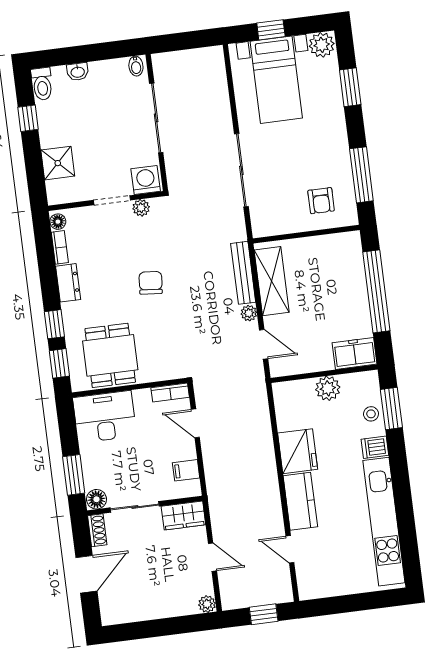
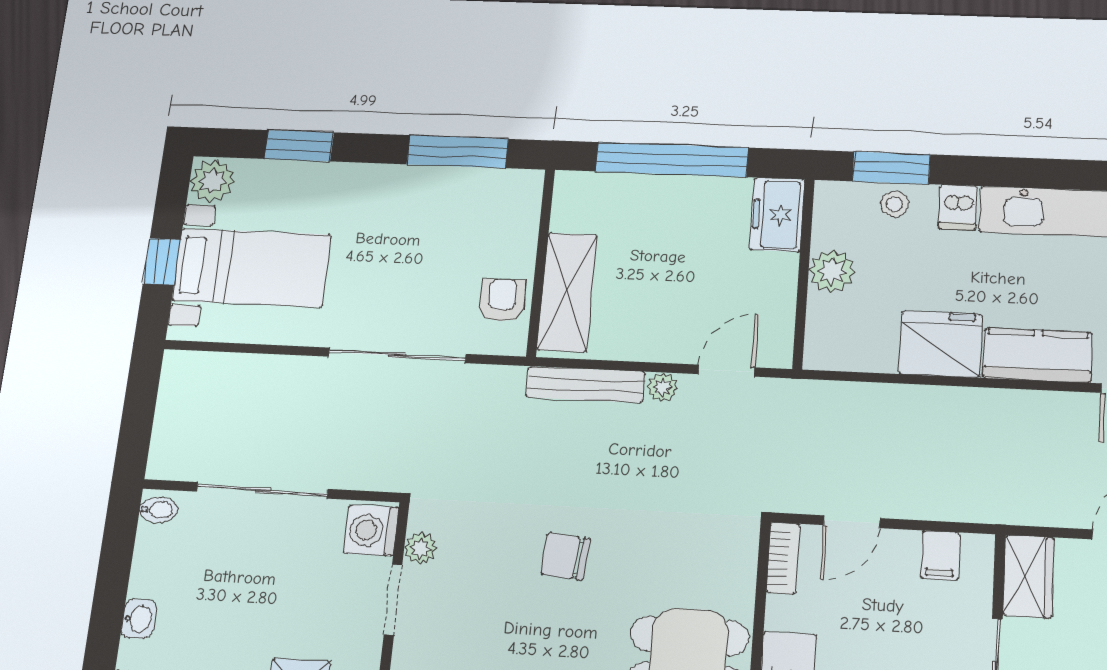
armchair: (321, 201) -> (502, 300), moved, turned -90
shelving: (272, 281) -> (567, 292), moved, turned 90

